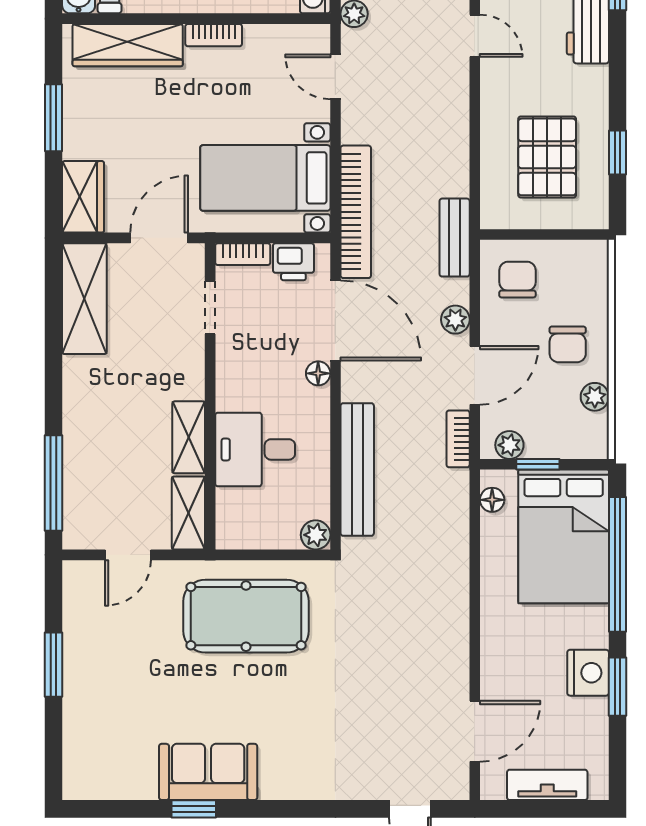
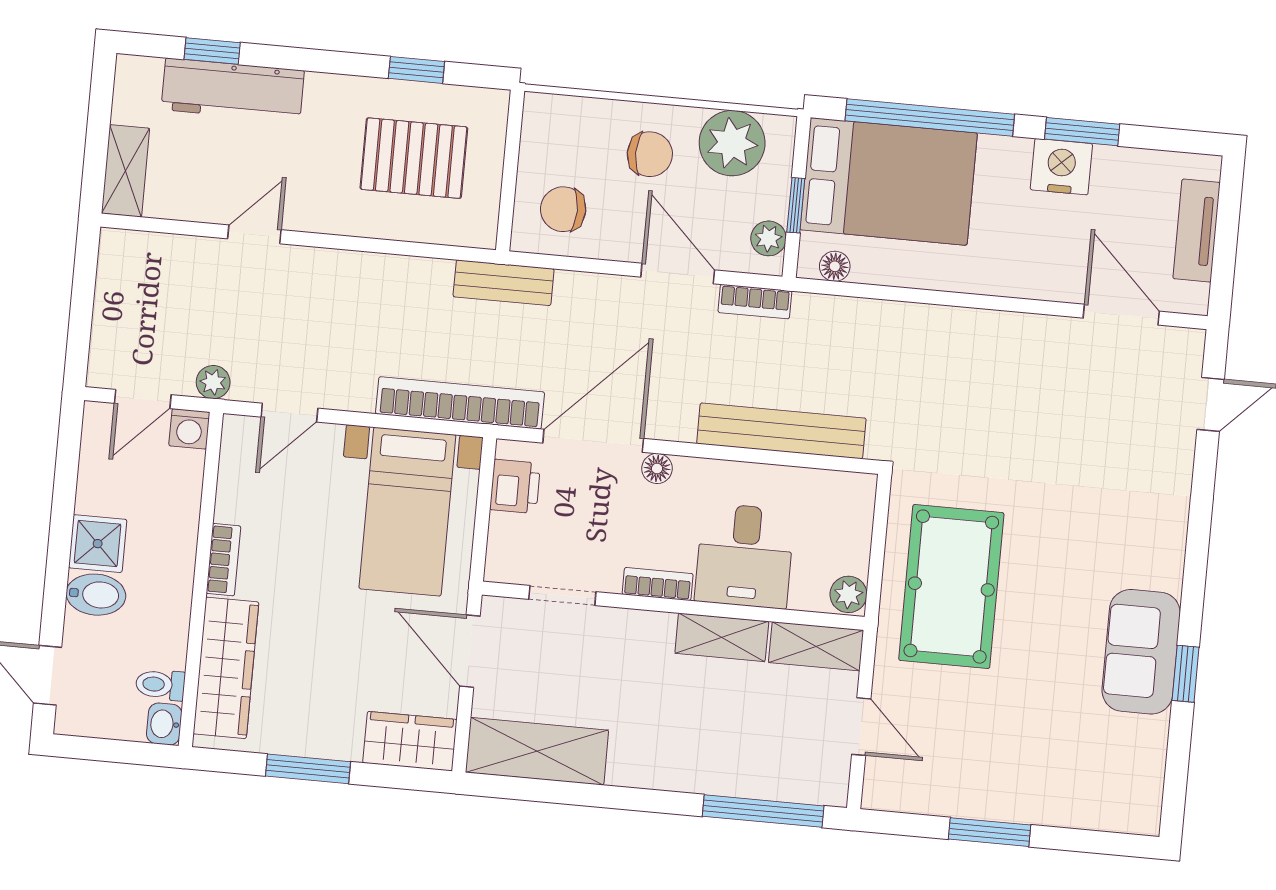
bookcase: (243, 254) -> (658, 584), moved, turned -90
plant: (455, 320) -> (606, 291), removed
plant: (595, 397) -> (732, 143), width x1.87, depth x1.87
plant: (316, 535) -> (848, 594), moved

